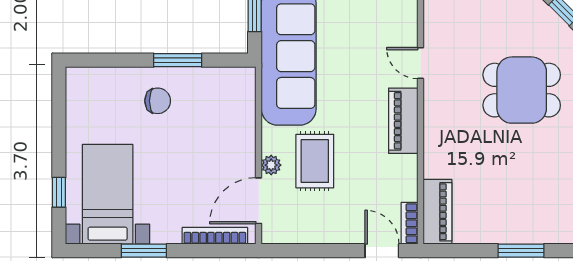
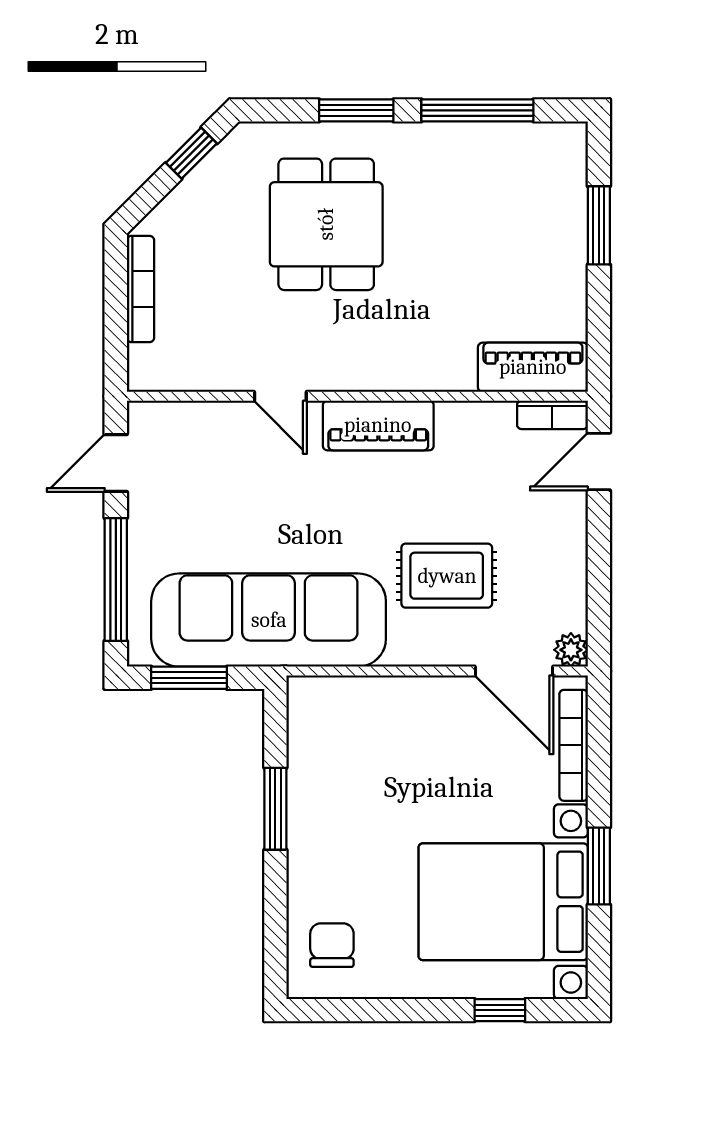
door: (420, 63) -> (280, 396), hinge flipped
chair: (158, 101) -> (332, 945), moved
plant: (271, 165) -> (571, 650), moved
bed with nightstands: (108, 194) -> (503, 902), width x1.36

